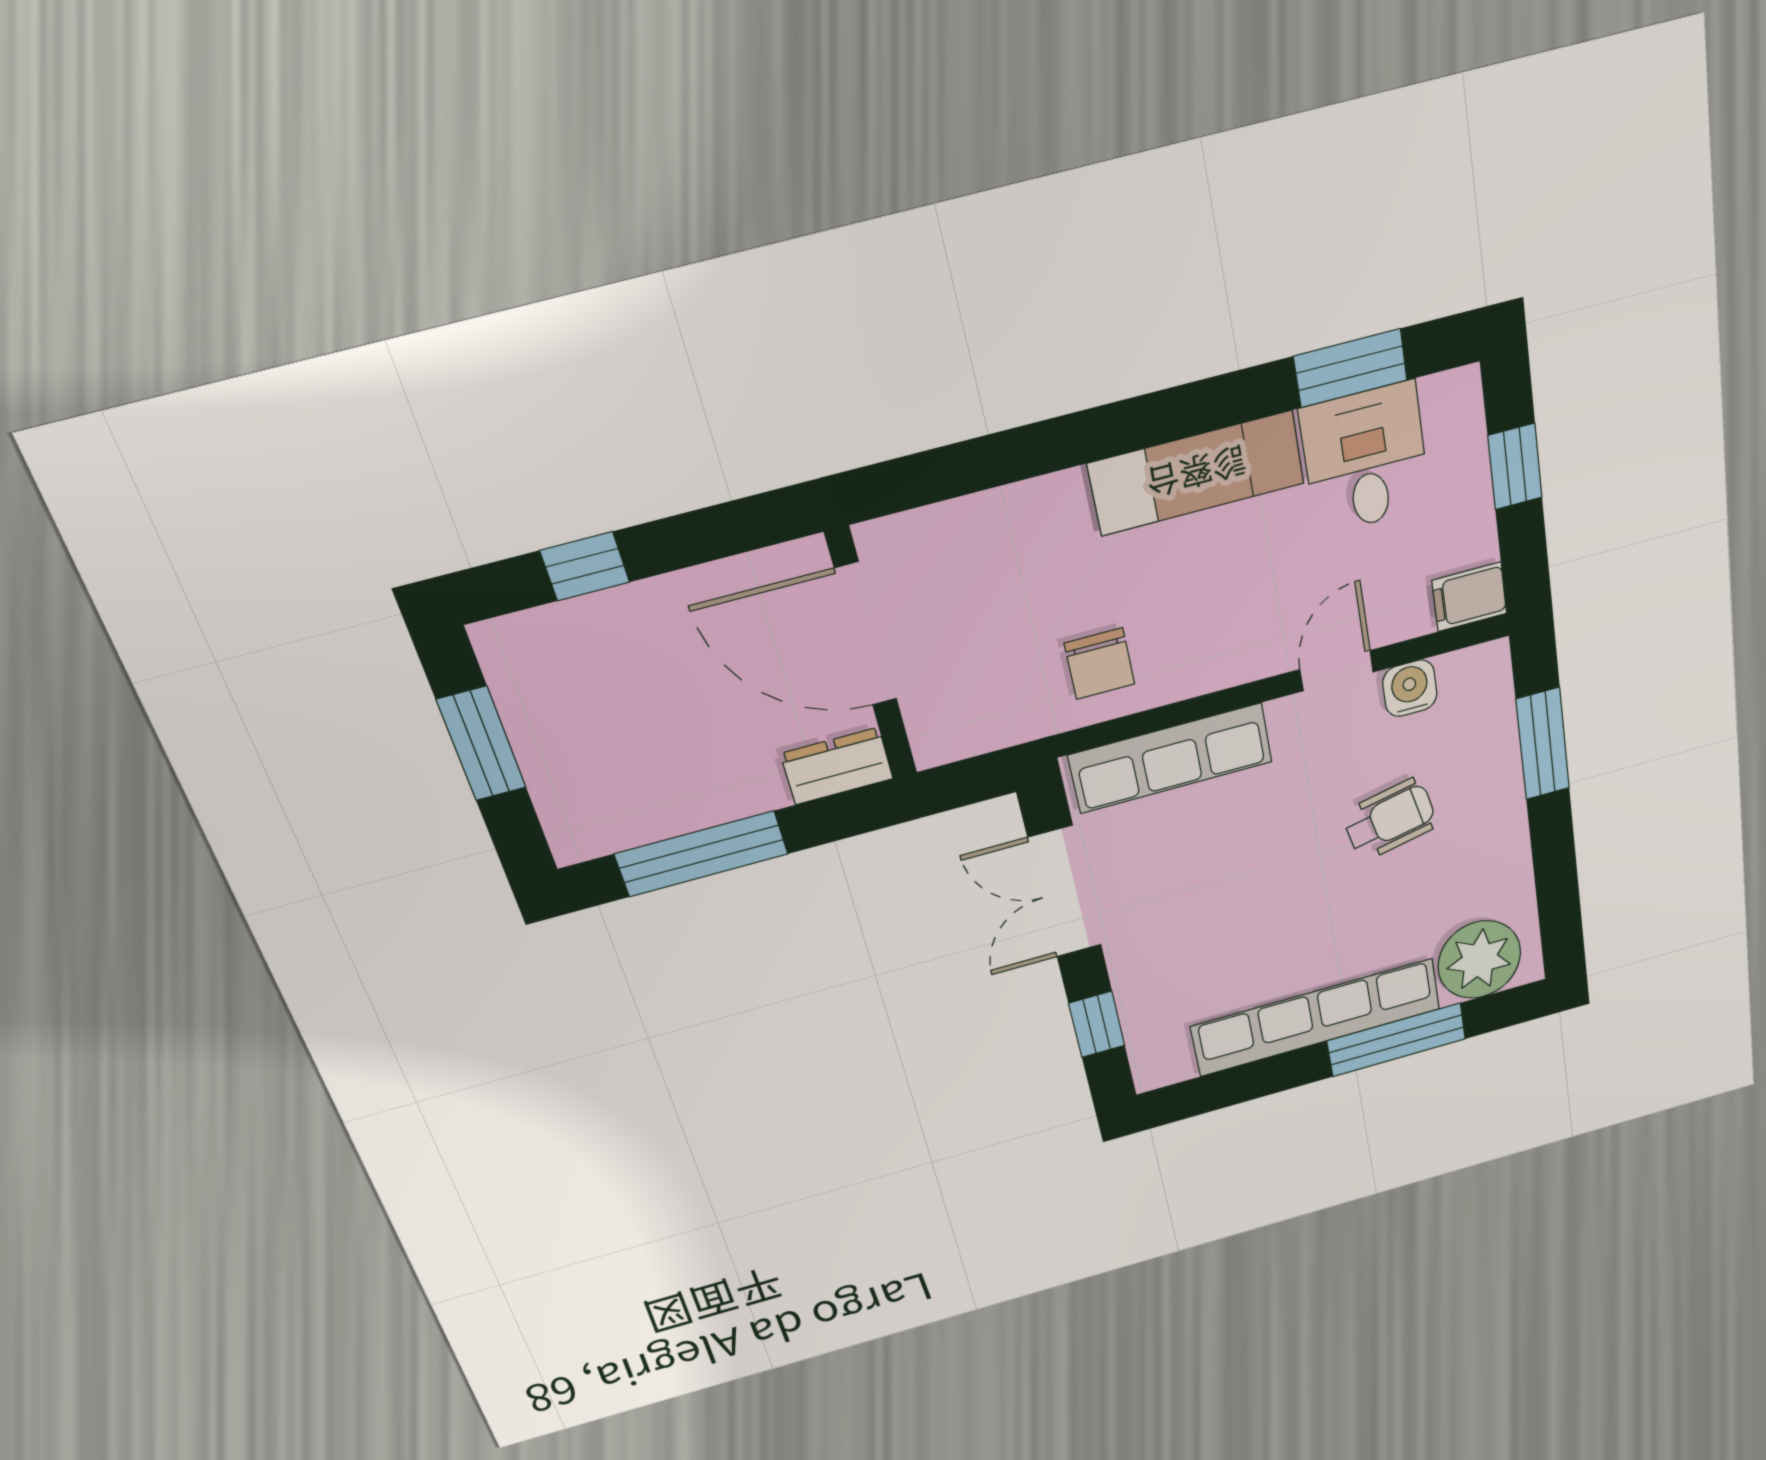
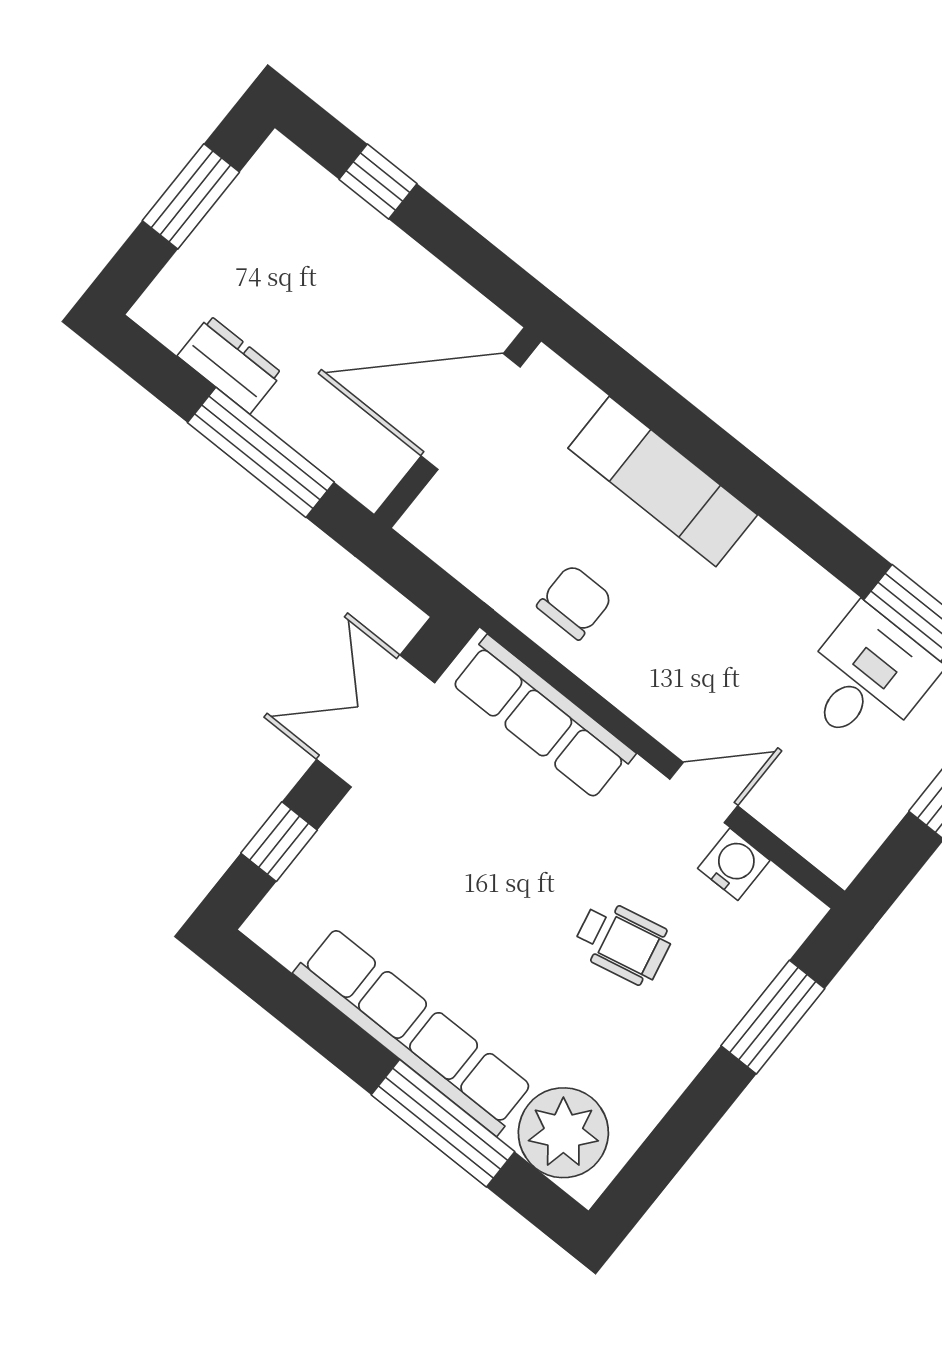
exam couch: (1196, 473) -> (663, 481), moved
filing cabinet: (1469, 597) -> (834, 849), removed
door: (866, 634) -> (471, 411), hinge flipped
chair: (1100, 664) -> (575, 602), turned 180
dresser: (837, 766) -> (230, 365), moved
window: (701, 854) -> (261, 452), moved

